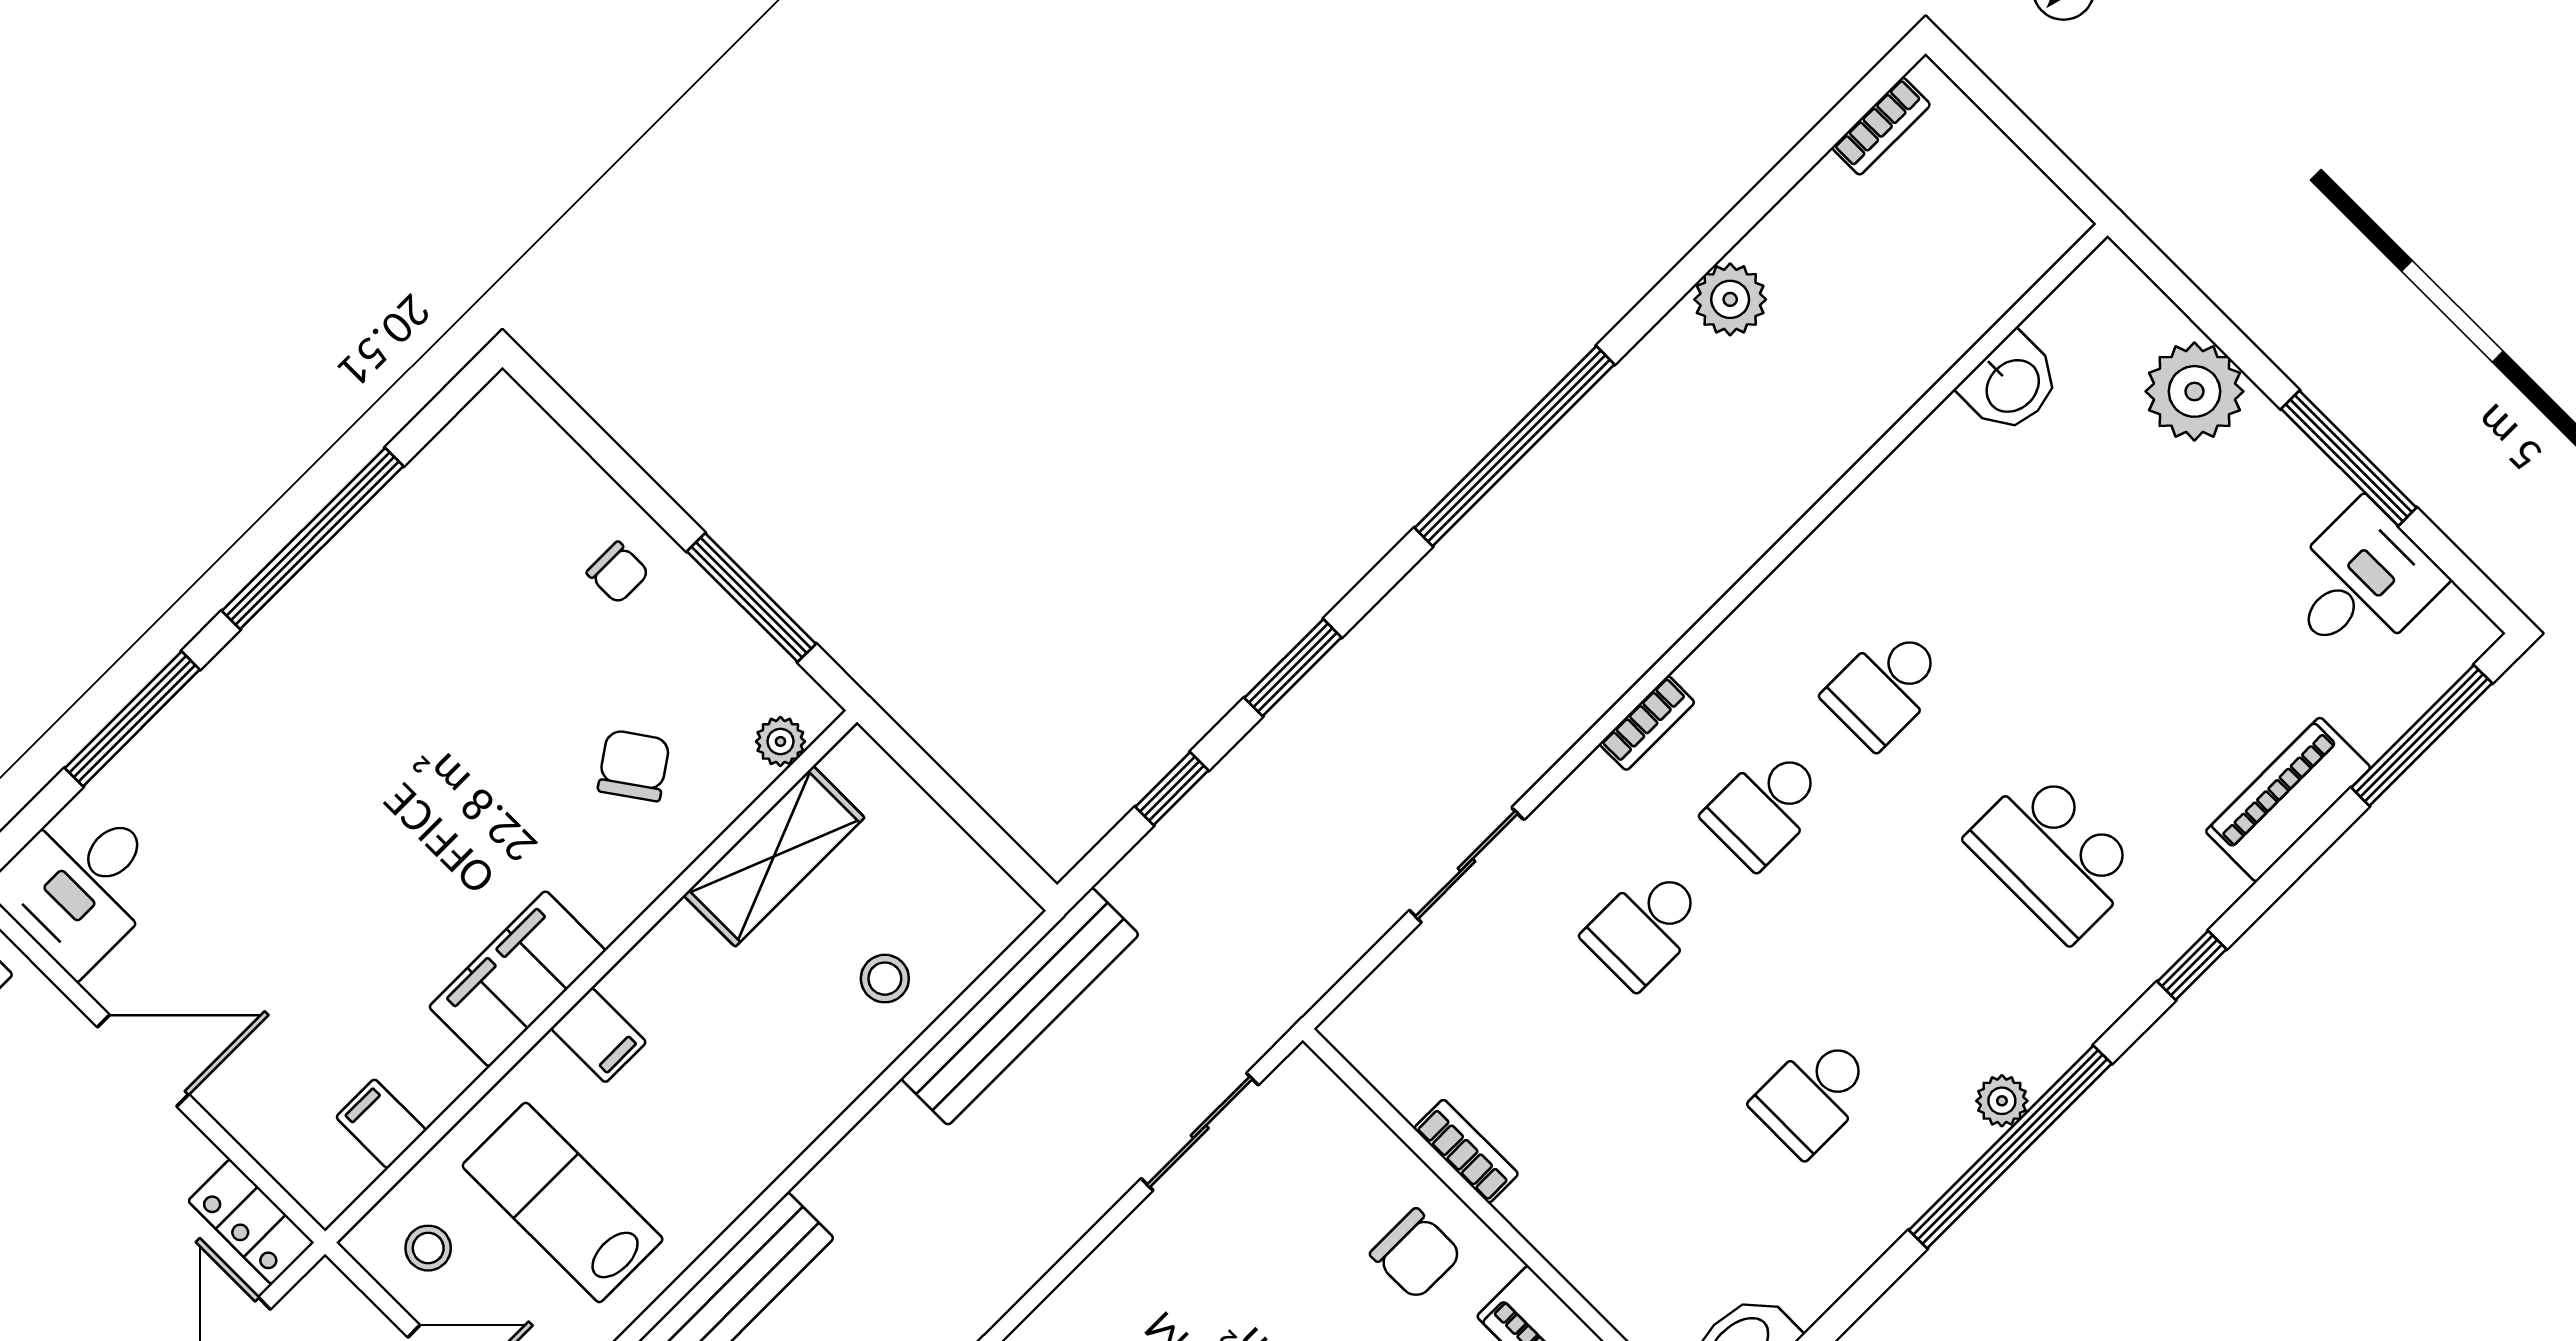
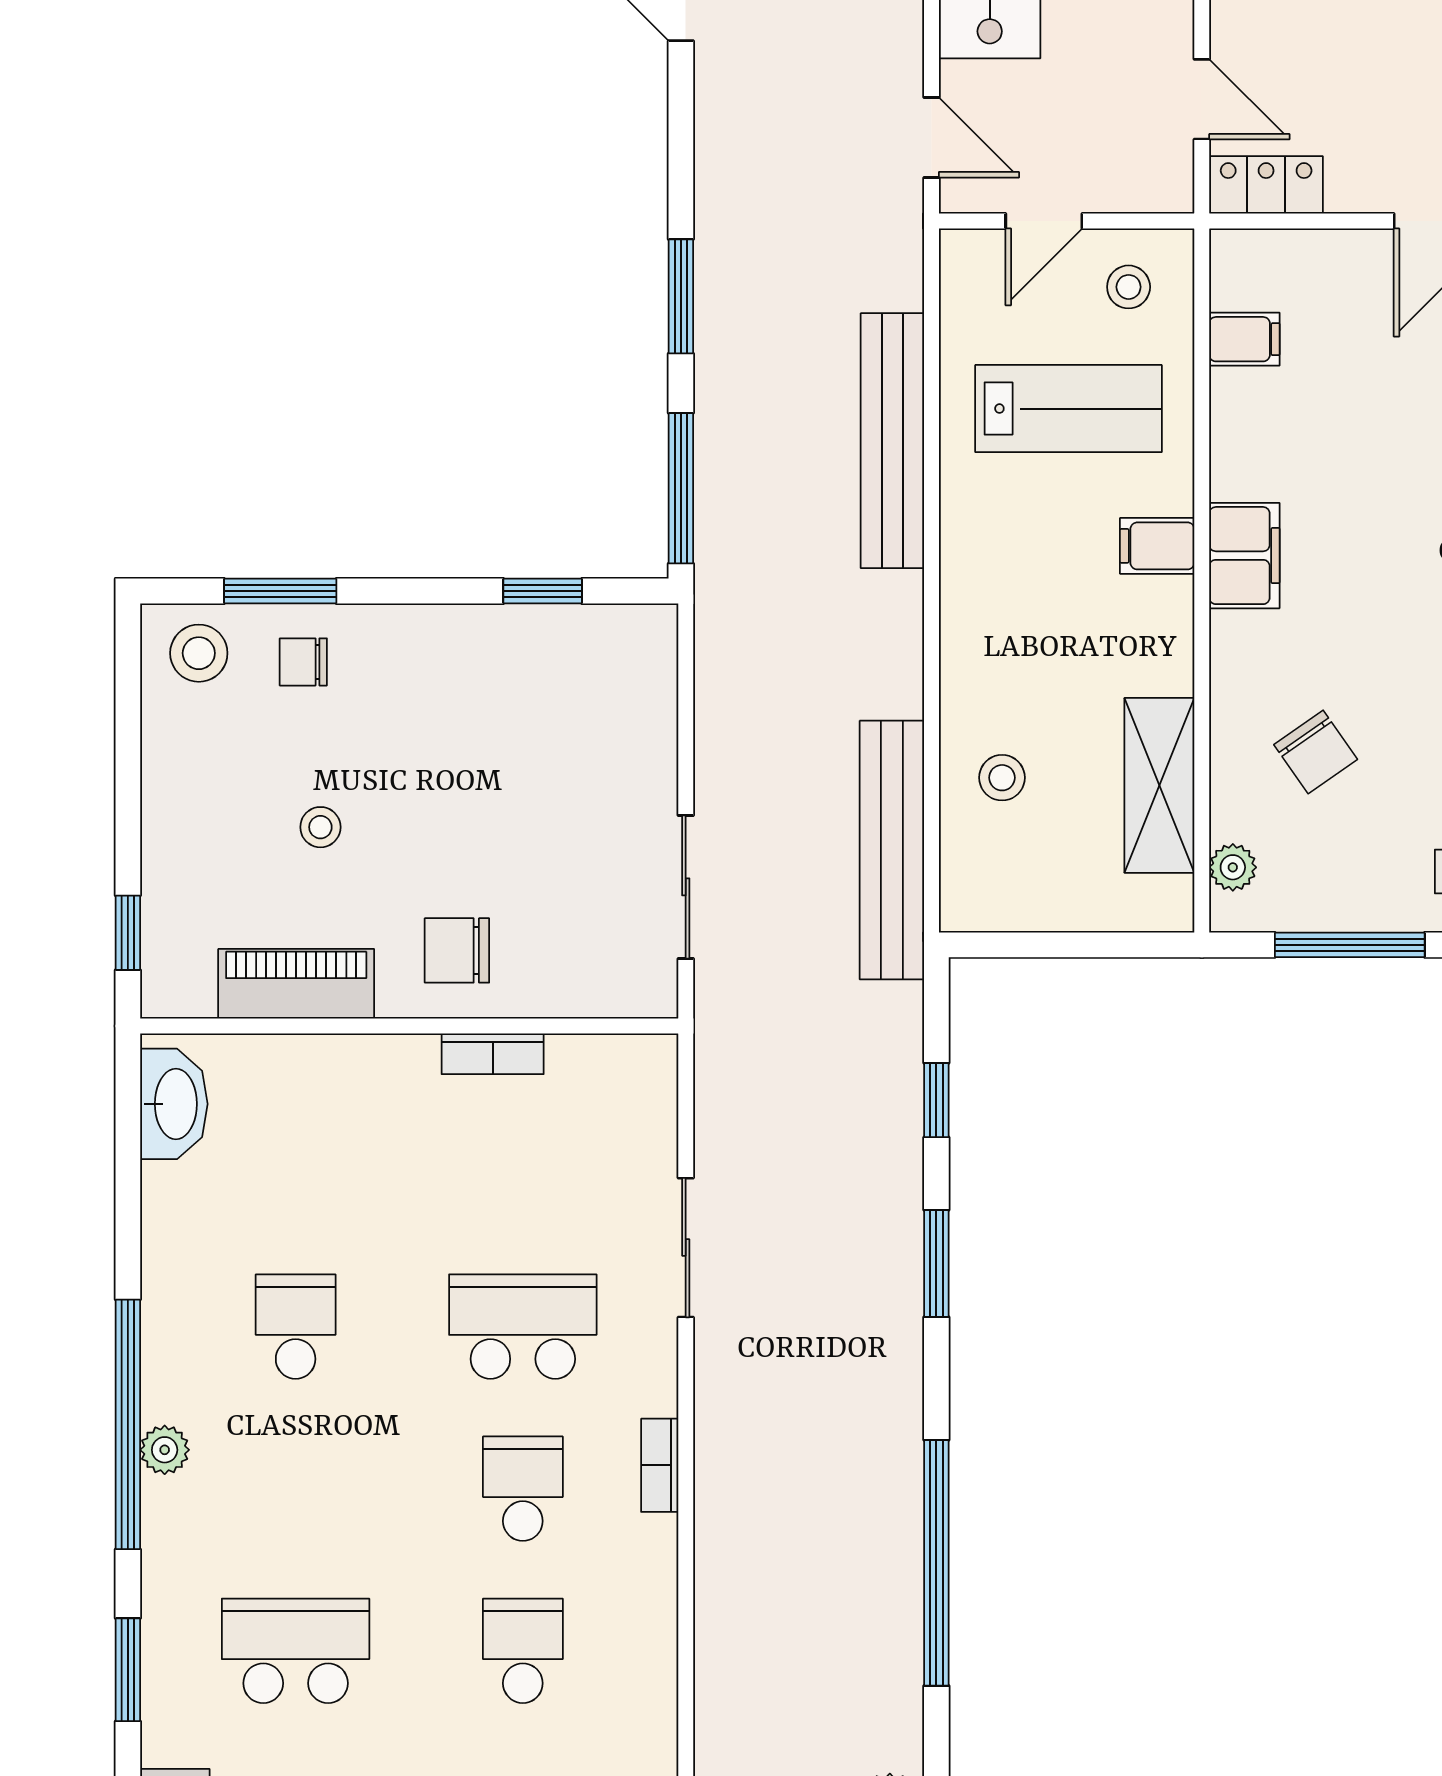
school desk: (1646, 927) -> (523, 1327), width x1.85
window: (2192, 965) -> (128, 1670), width x1.50
filing cabinet: (517, 979) -> (1244, 556), width x0.67, depth x0.86

